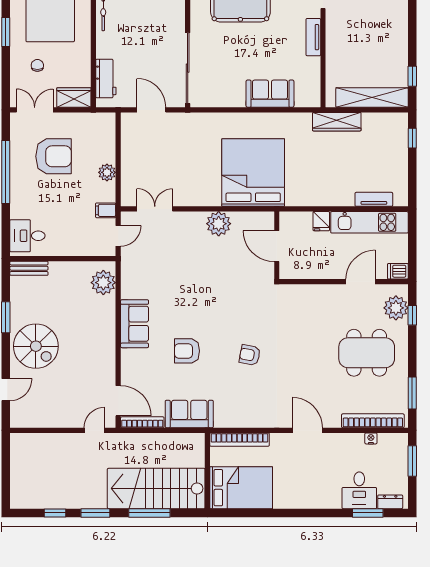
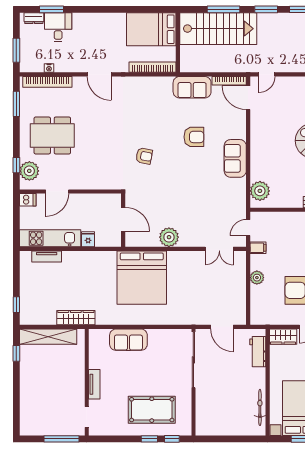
armchair: (250, 355) -> (144, 156), moved

